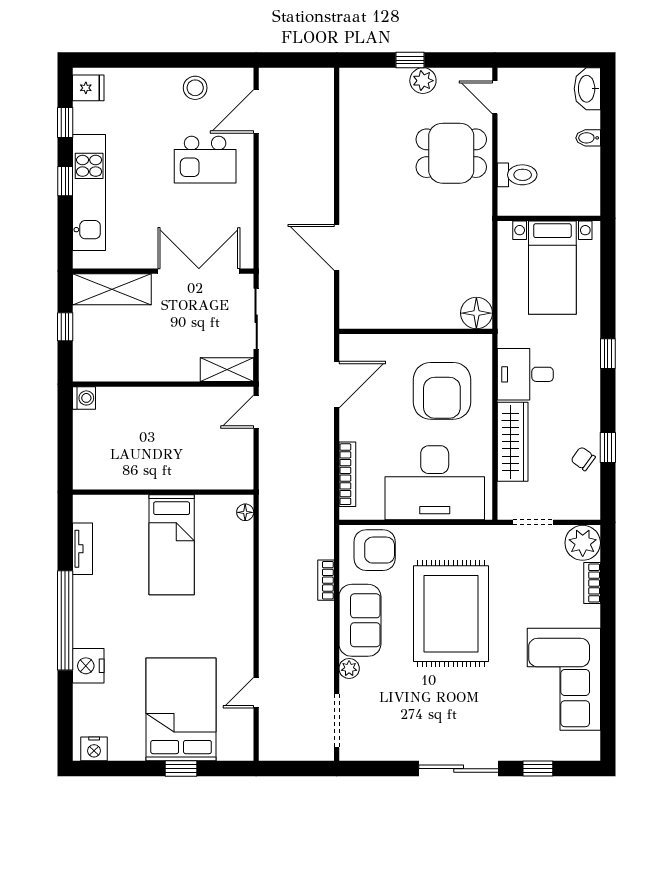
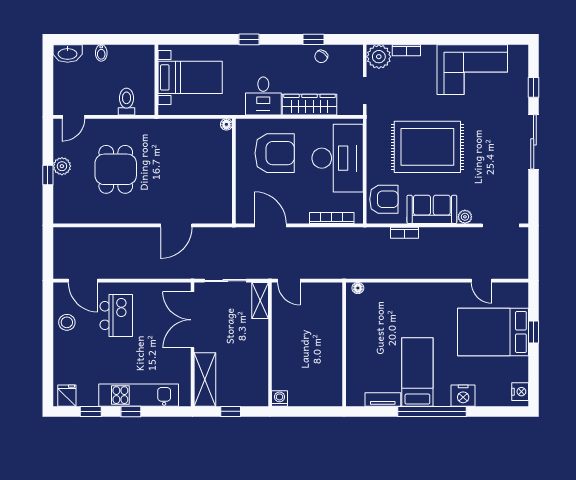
dining table: (451, 153) -> (116, 169), moved
floor lamp: (476, 313) -> (226, 124), width x0.53, depth x0.53
bed: (172, 545) -> (417, 372), moved, turned -90
armchair: (375, 550) -> (384, 199), turned 90

